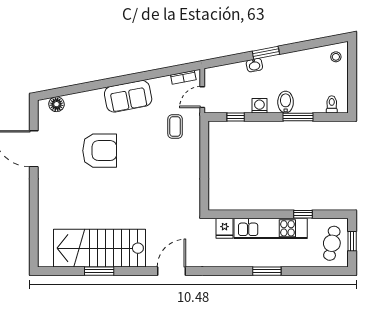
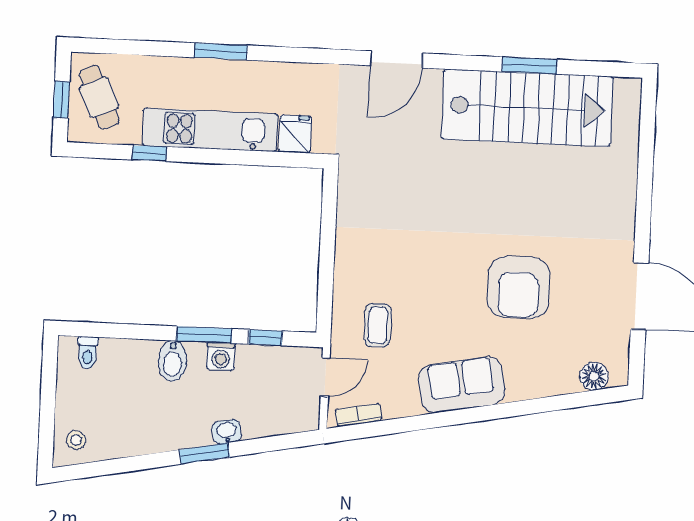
window: (298, 117) -> (204, 335), moved
armchair: (100, 151) -> (519, 287), turned -90
cafe table: (332, 243) -> (99, 97), turned -35

